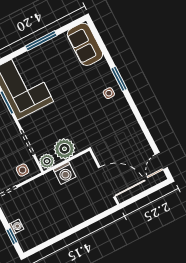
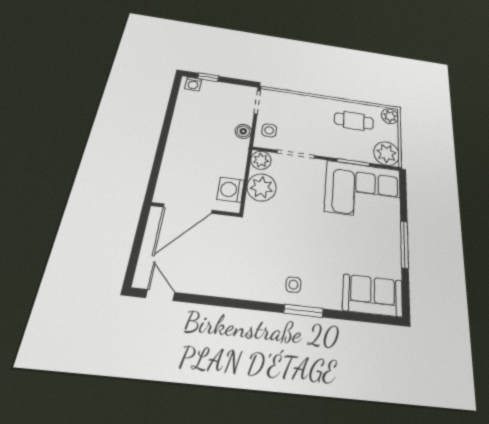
washing machine: (65, 173) -> (231, 190), moved
boiler: (35, 186) -> (243, 131), added
washing machine: (16, 227) -> (193, 84), moved

